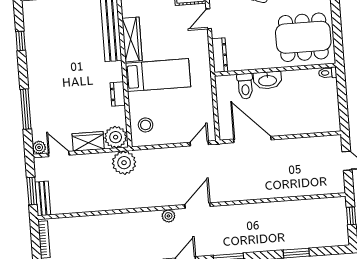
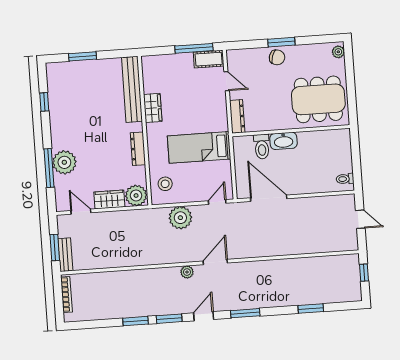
door: (209, 19) -> (227, 81), swing flipped
wardrobe: (132, 39) -> (153, 108), width x0.67
toilet: (328, 73) -> (345, 179), moved
bed: (158, 75) -> (199, 147), moved, turned 180
dresser: (118, 94) -> (138, 149), width x1.44
plant: (39, 147) -> (64, 162), moved, width x1.87, depth x1.87
plant: (124, 163) -> (180, 218), moved

